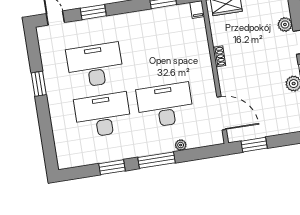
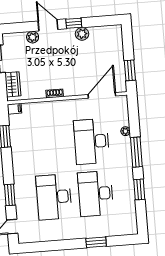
window: (39, 84) -> (96, 242), moved

